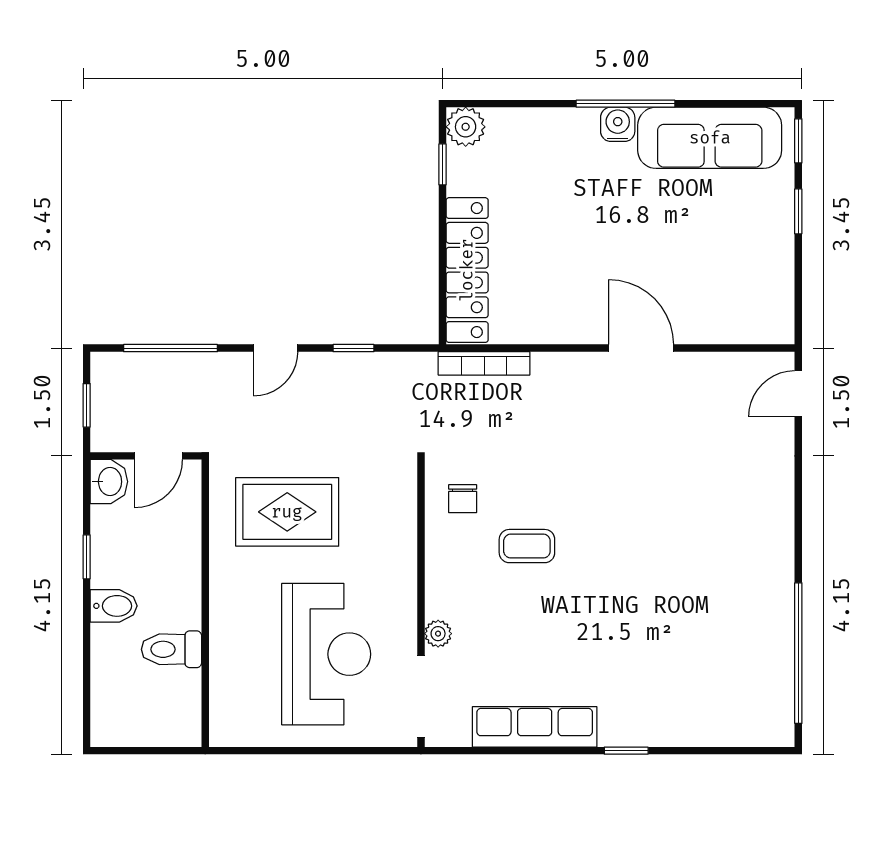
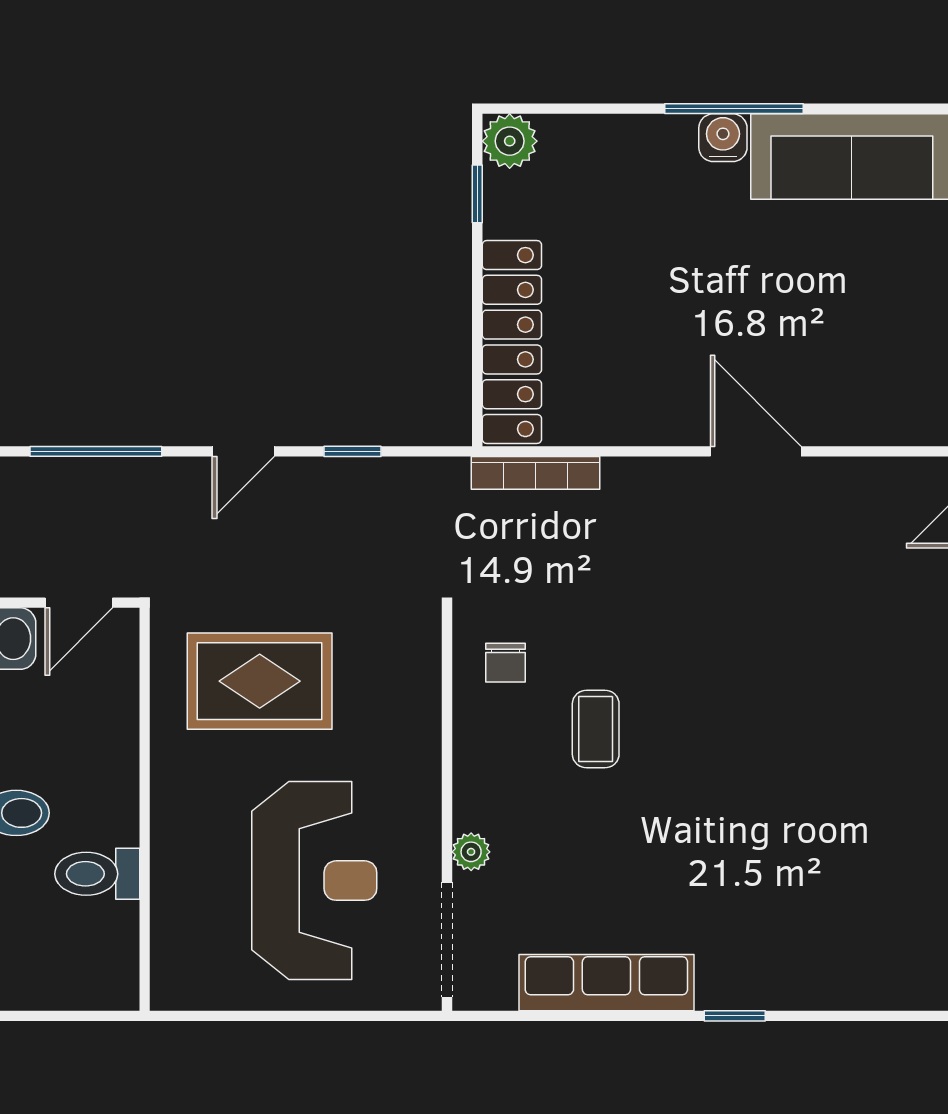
coffee table: (527, 546) -> (596, 729), turned 90

